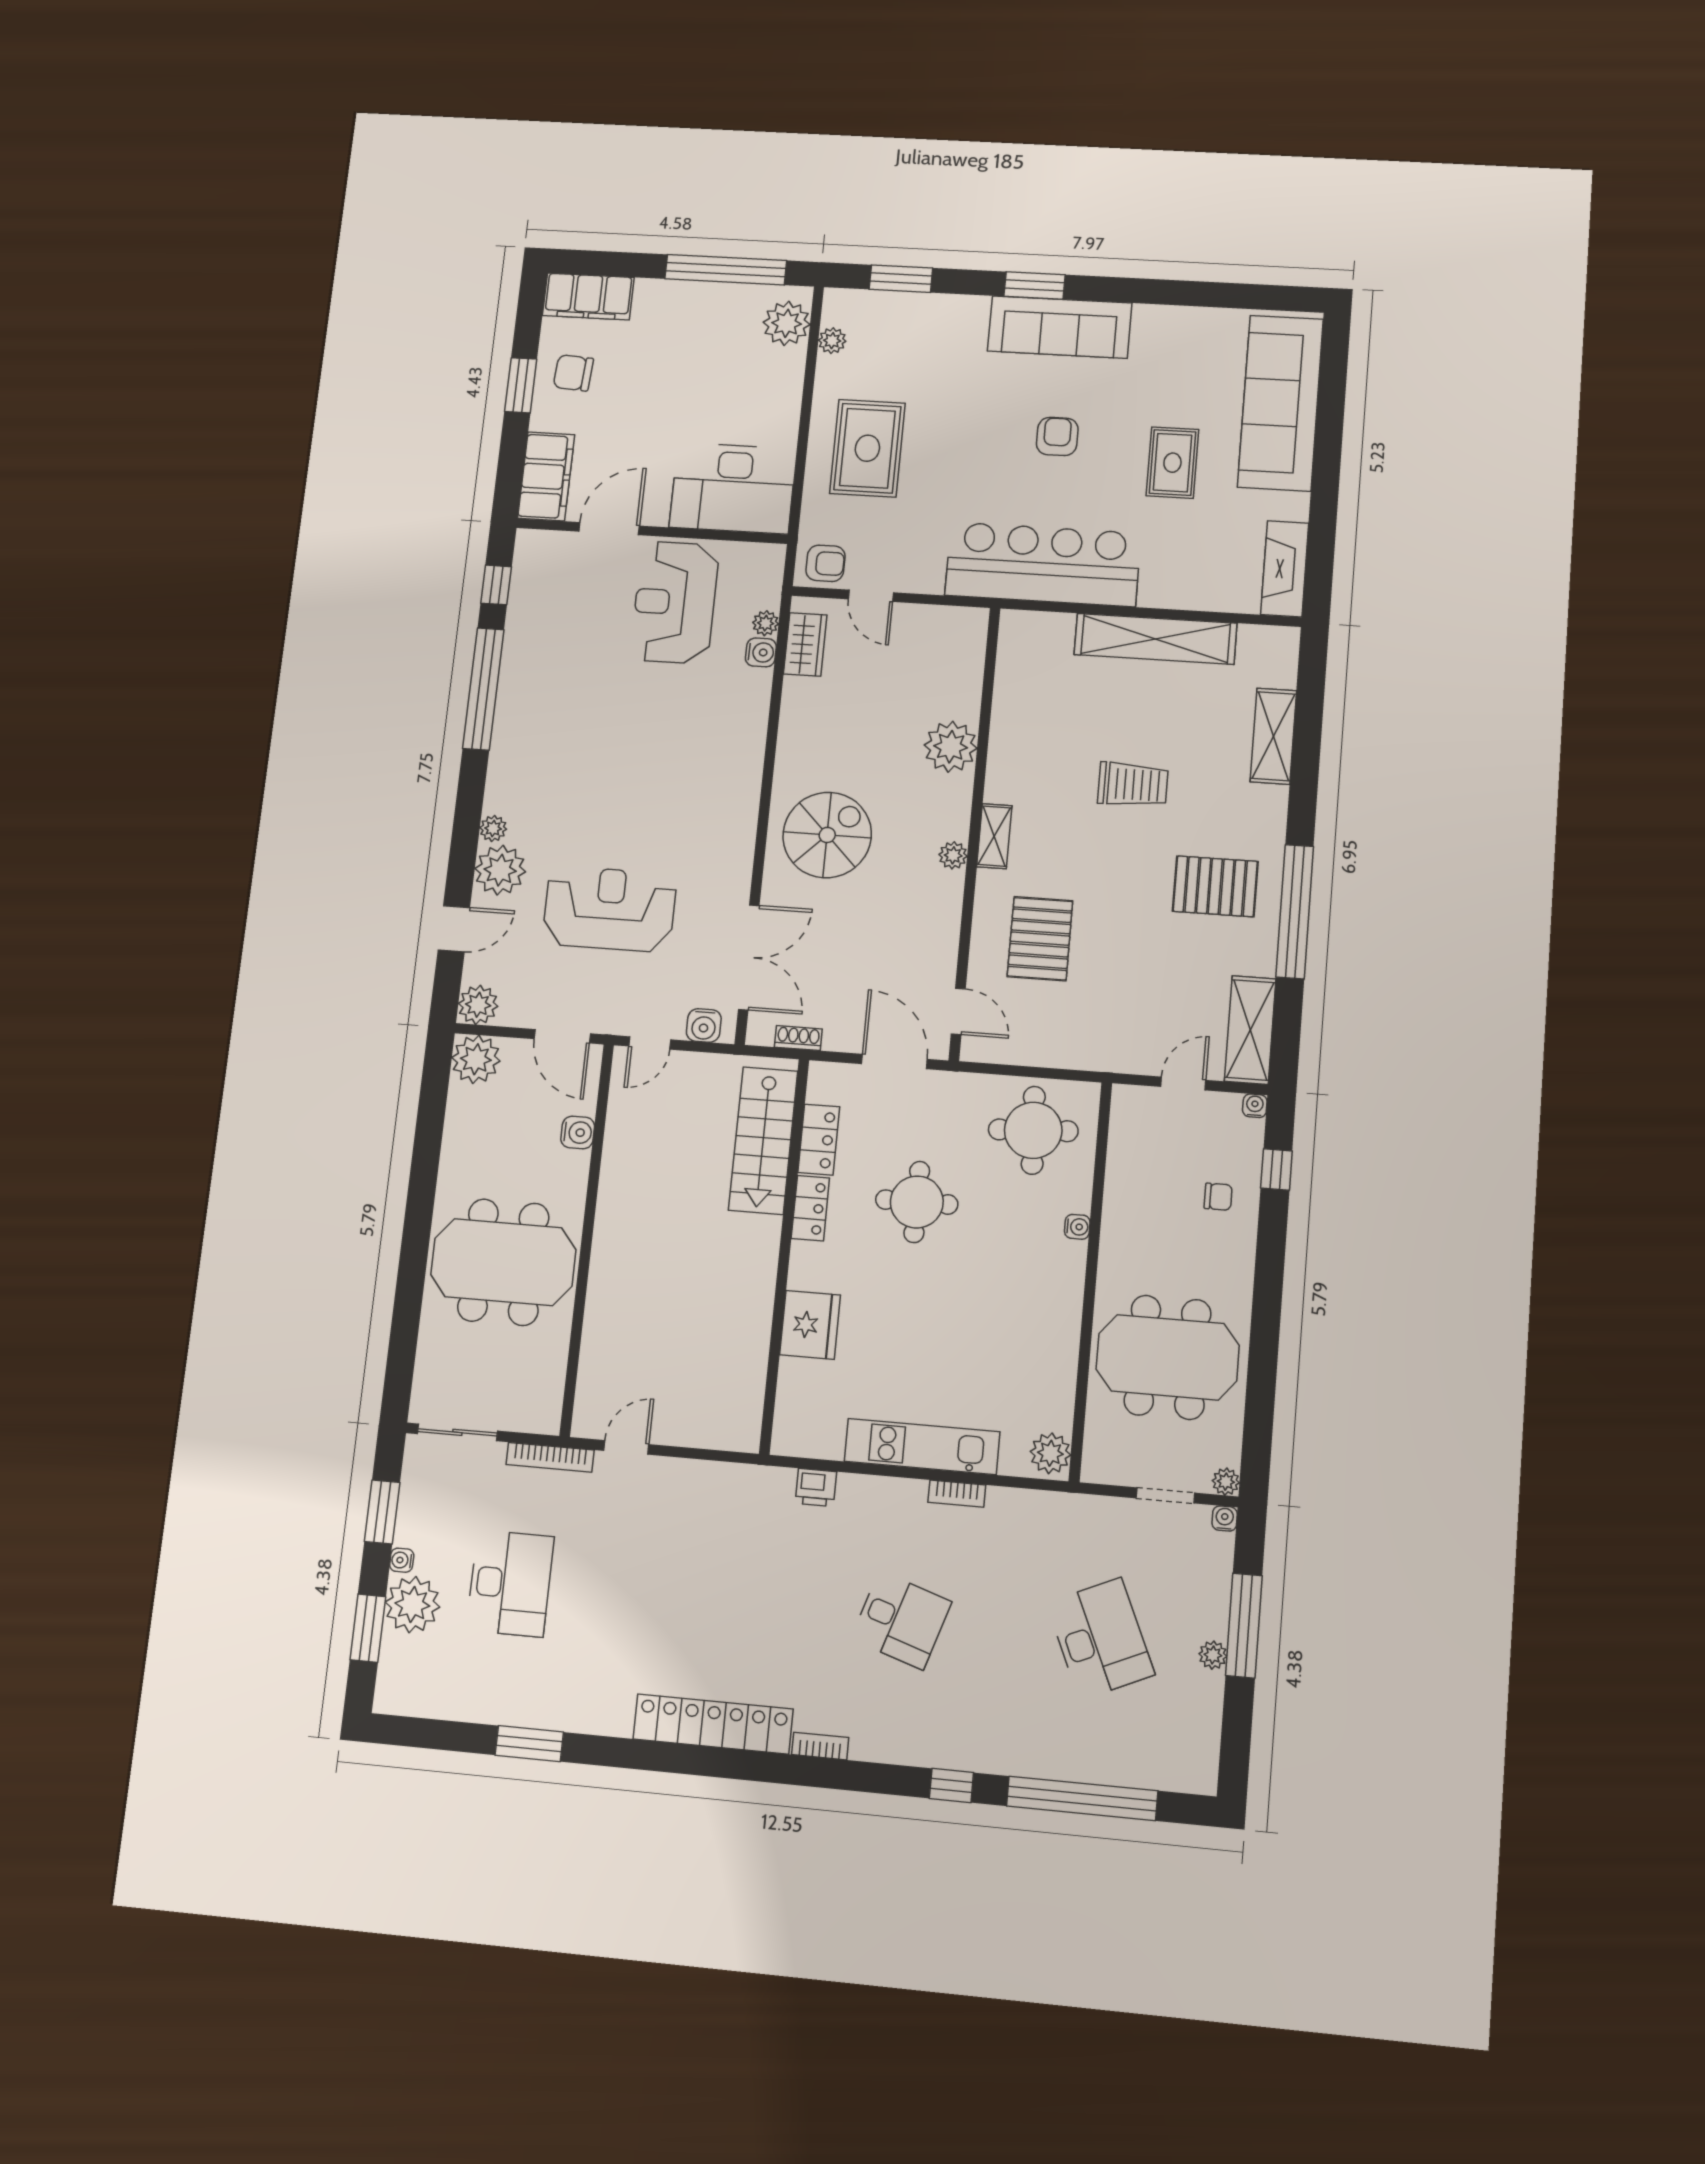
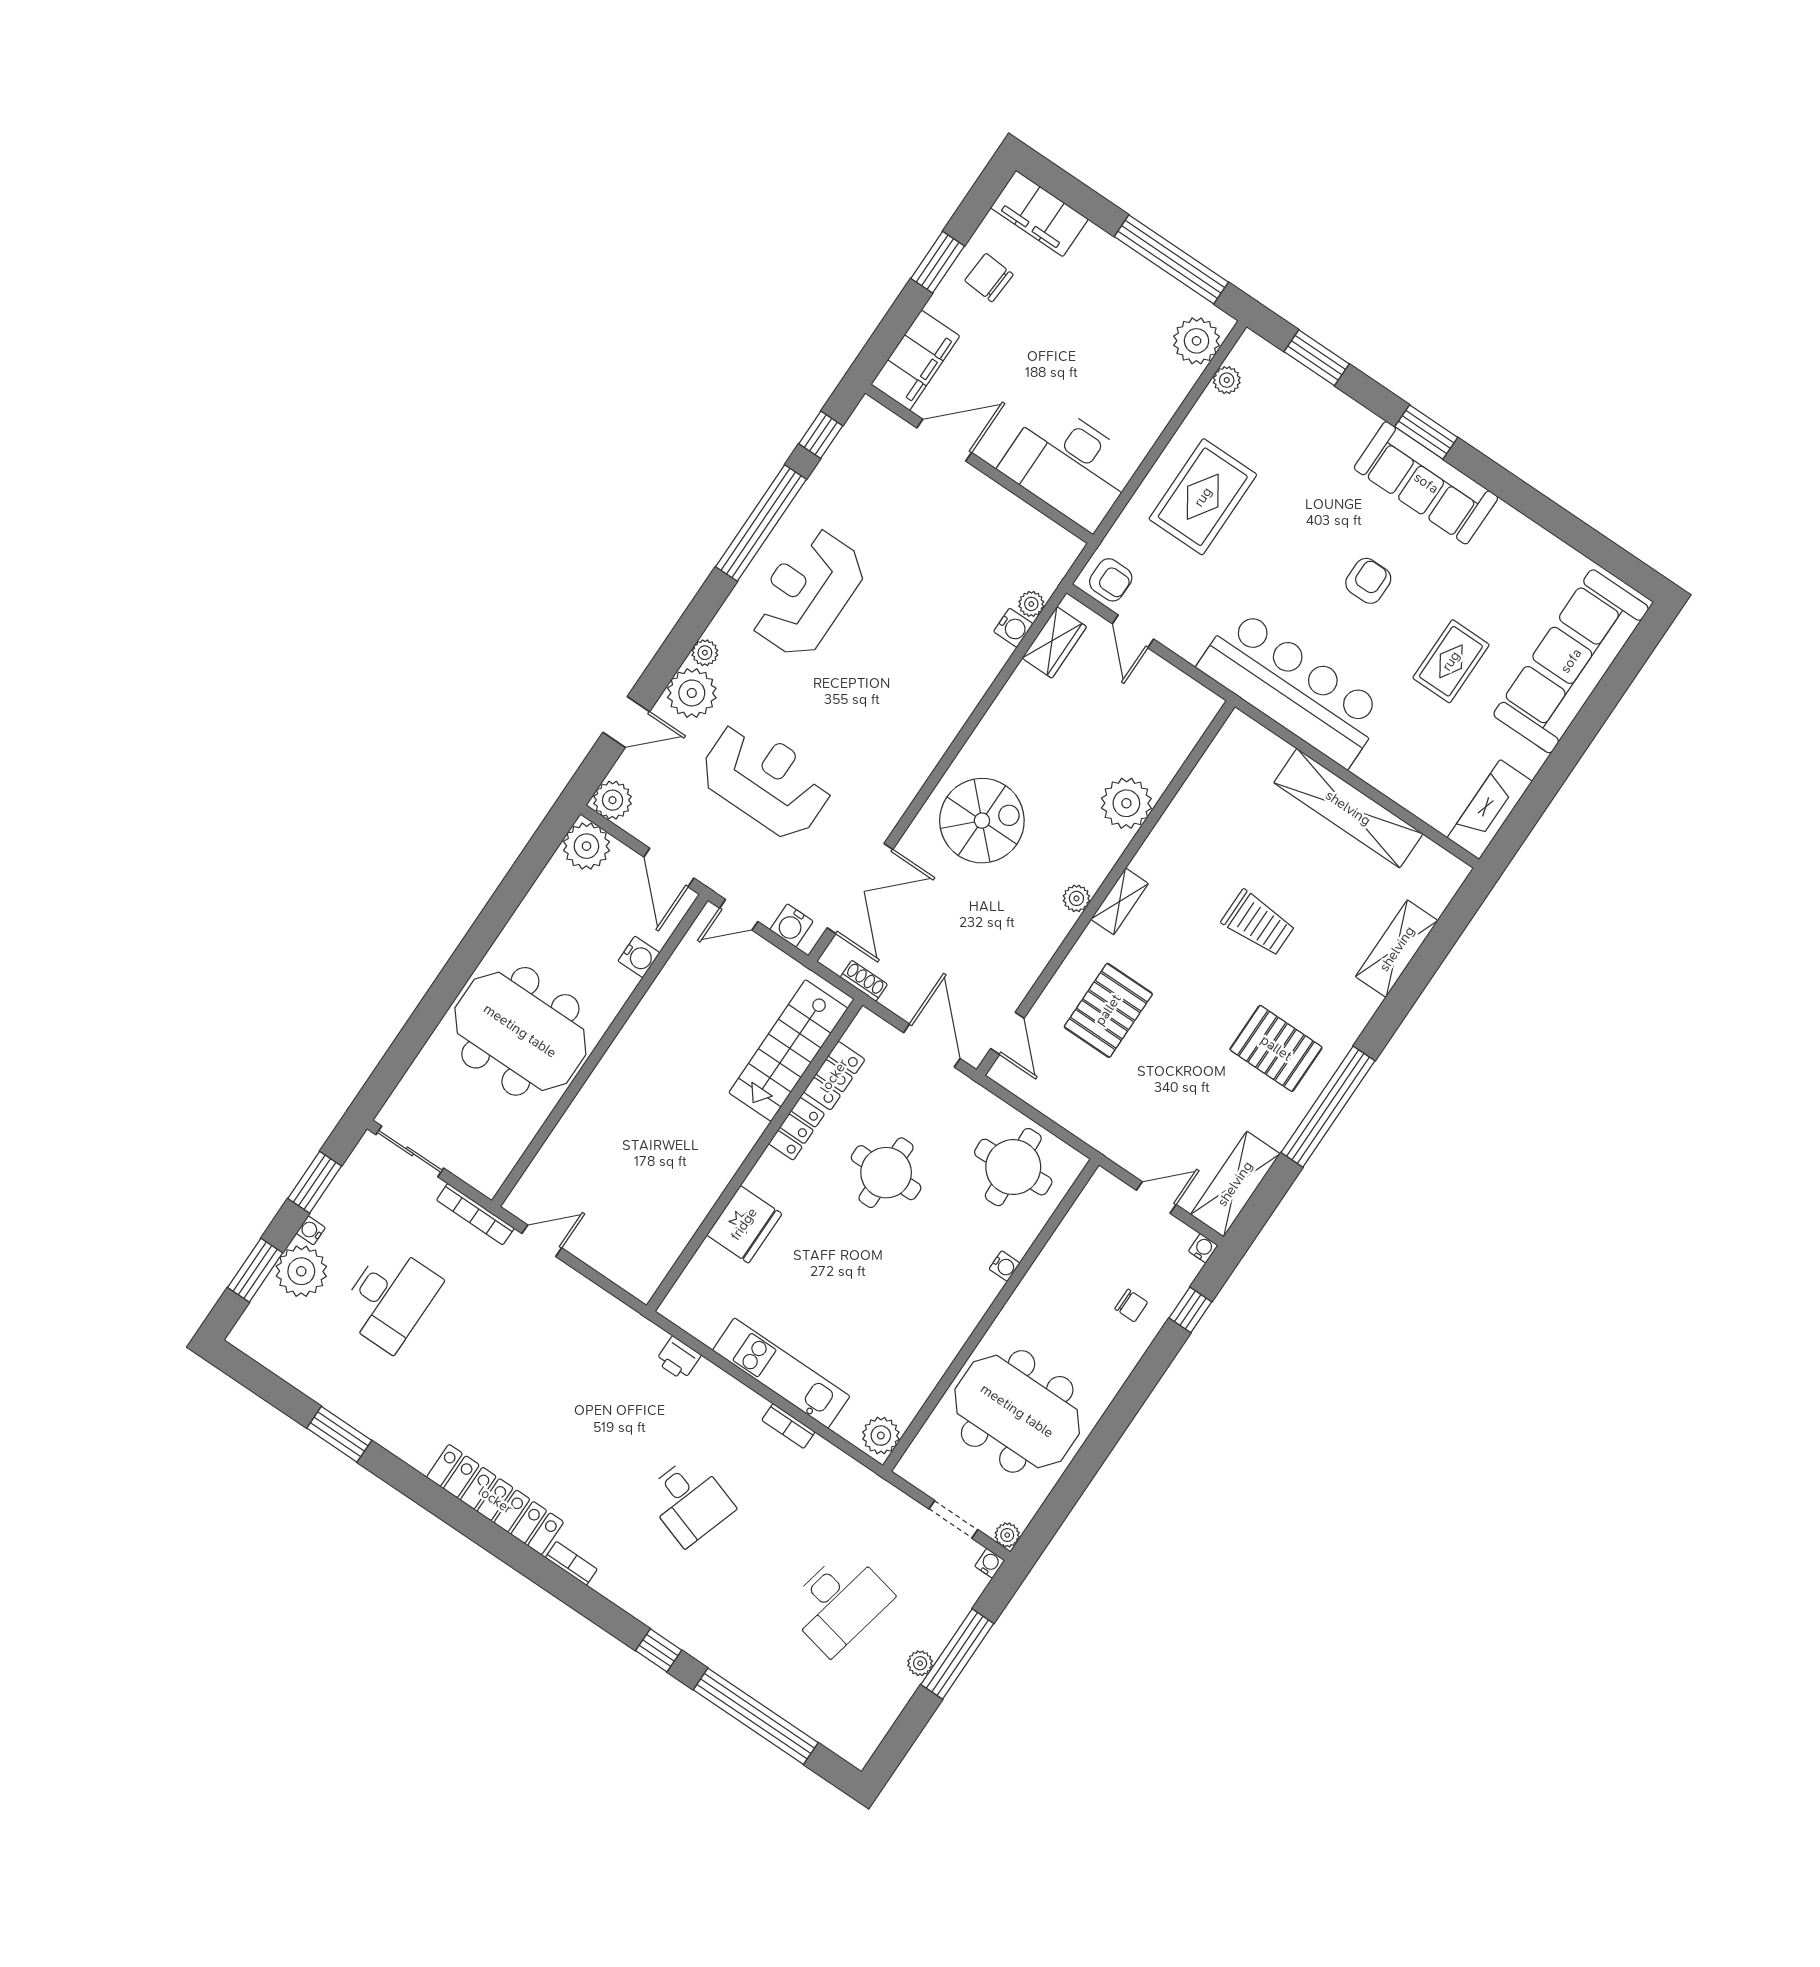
reception desk: (675, 602) -> (807, 593), moved
desk: (1100, 1639) -> (839, 1602), turned 36

